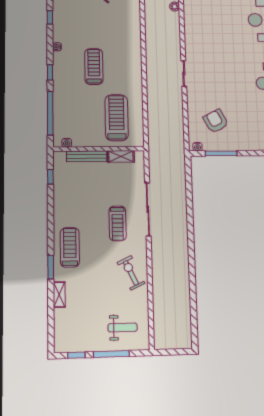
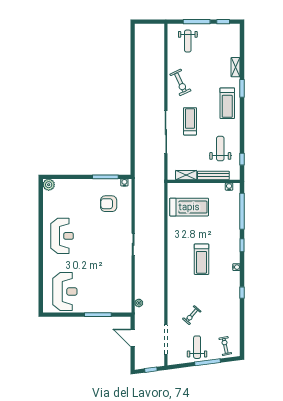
treadmill: (94, 67) -> (201, 259), moved
treadmill: (117, 118) -> (189, 207), turned -90
armchair: (216, 121) -> (109, 204), turned 117
weight bench: (78, 190) -> (220, 149), added
weight bench: (123, 328) -> (188, 41), turned -90

